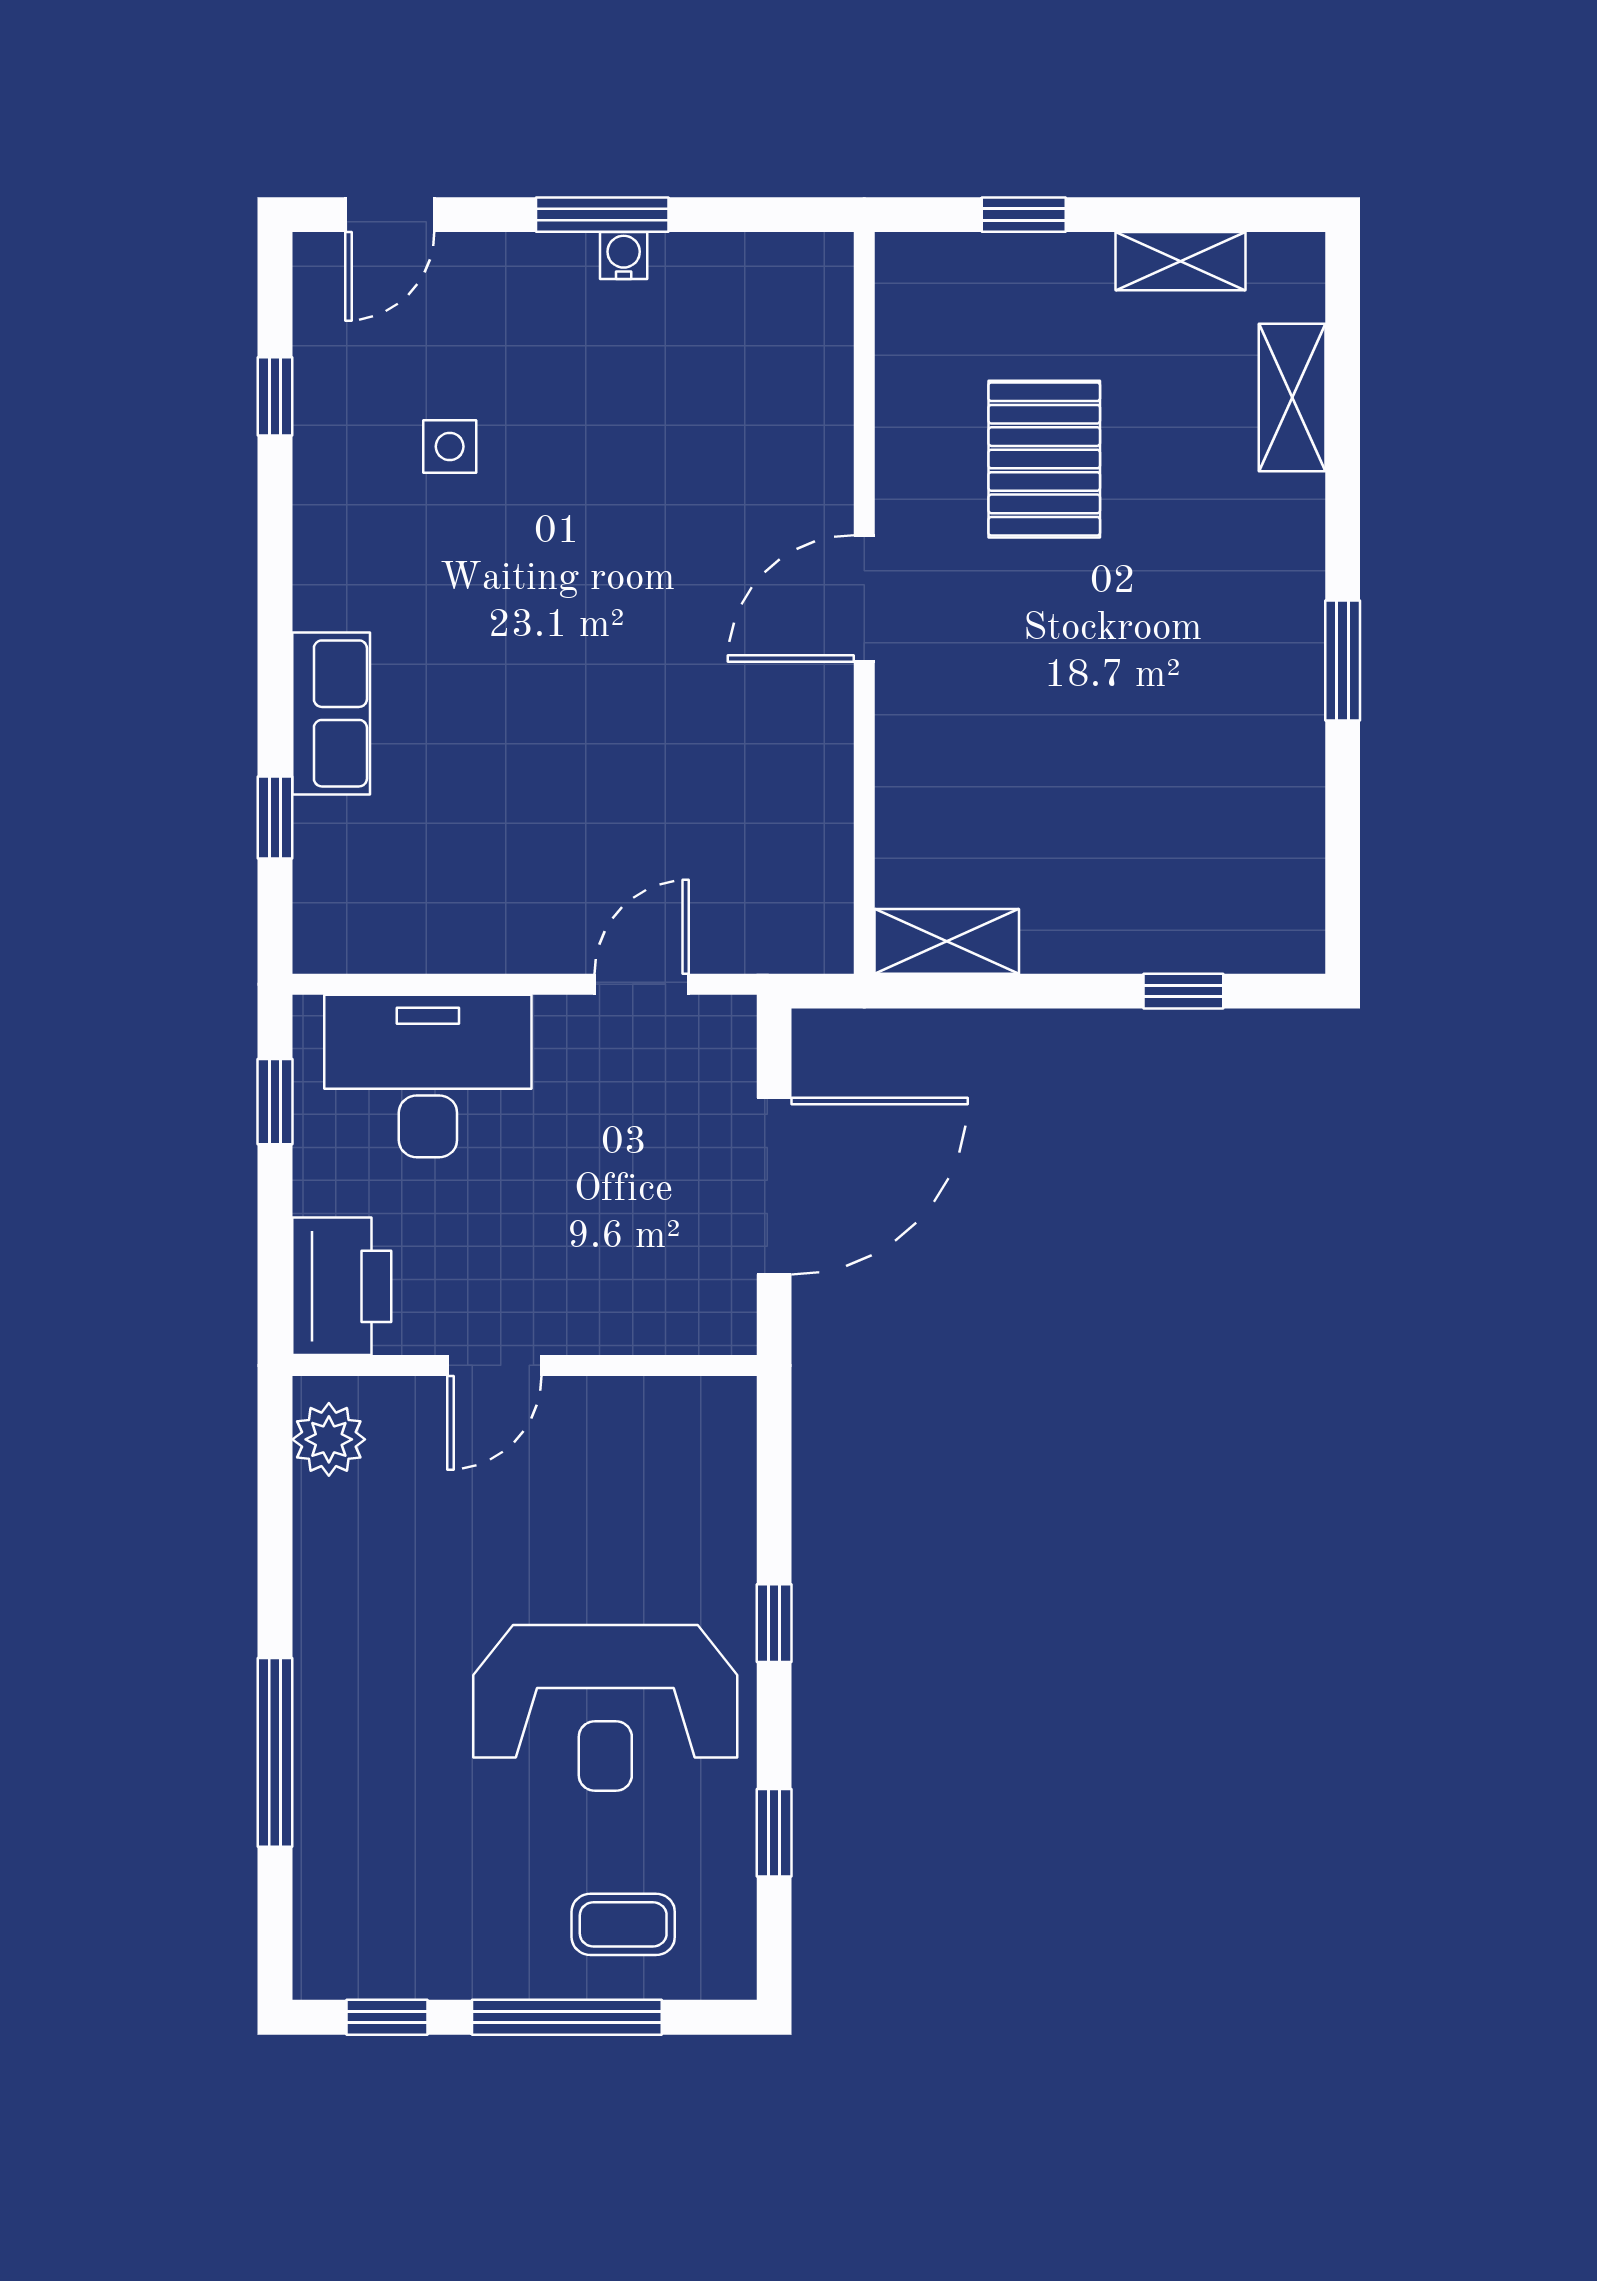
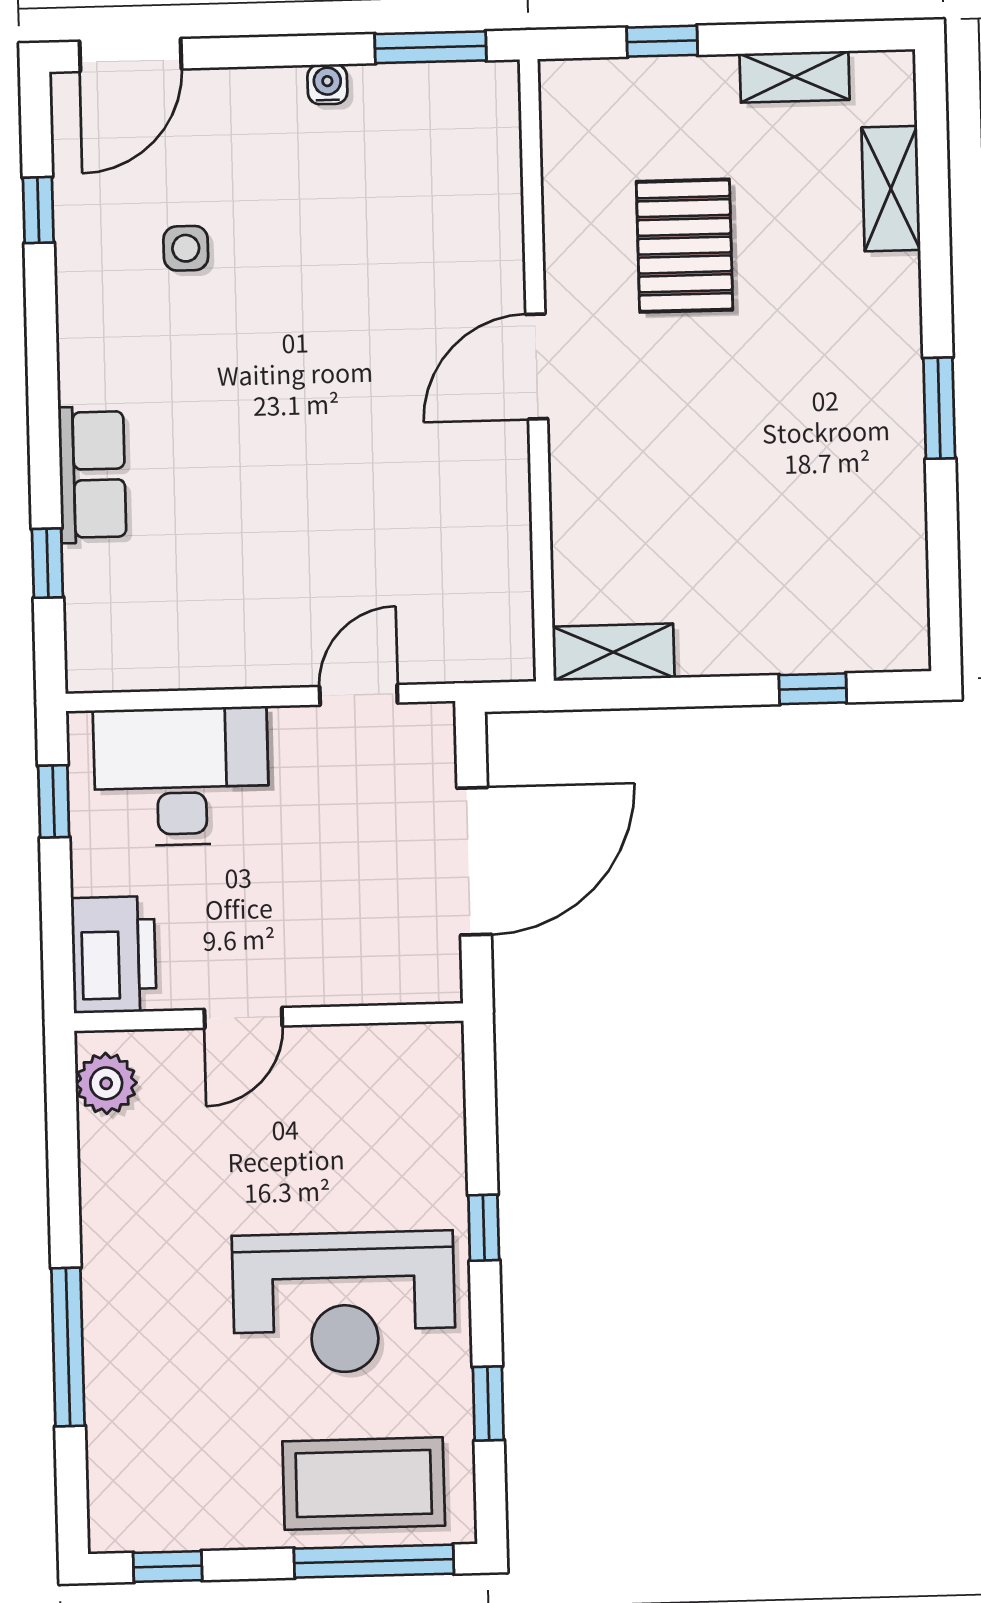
door: (390, 215) -> (130, 55), width x1.38
window: (602, 215) -> (430, 47), moved
coffee table: (623, 1924) -> (364, 1484), width x1.86, depth x1.72
window: (567, 2017) -> (374, 1561), moved

